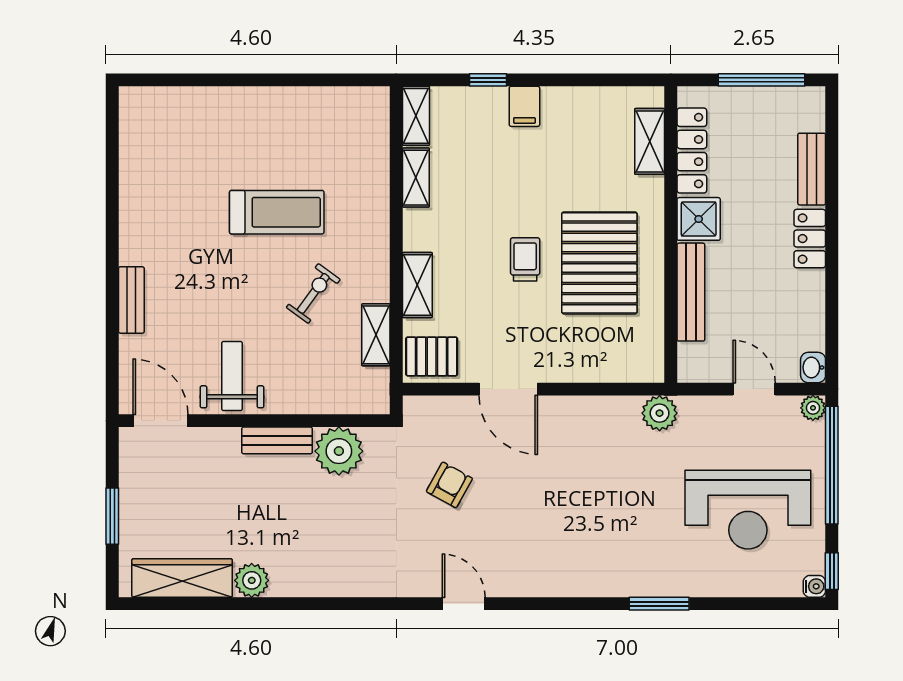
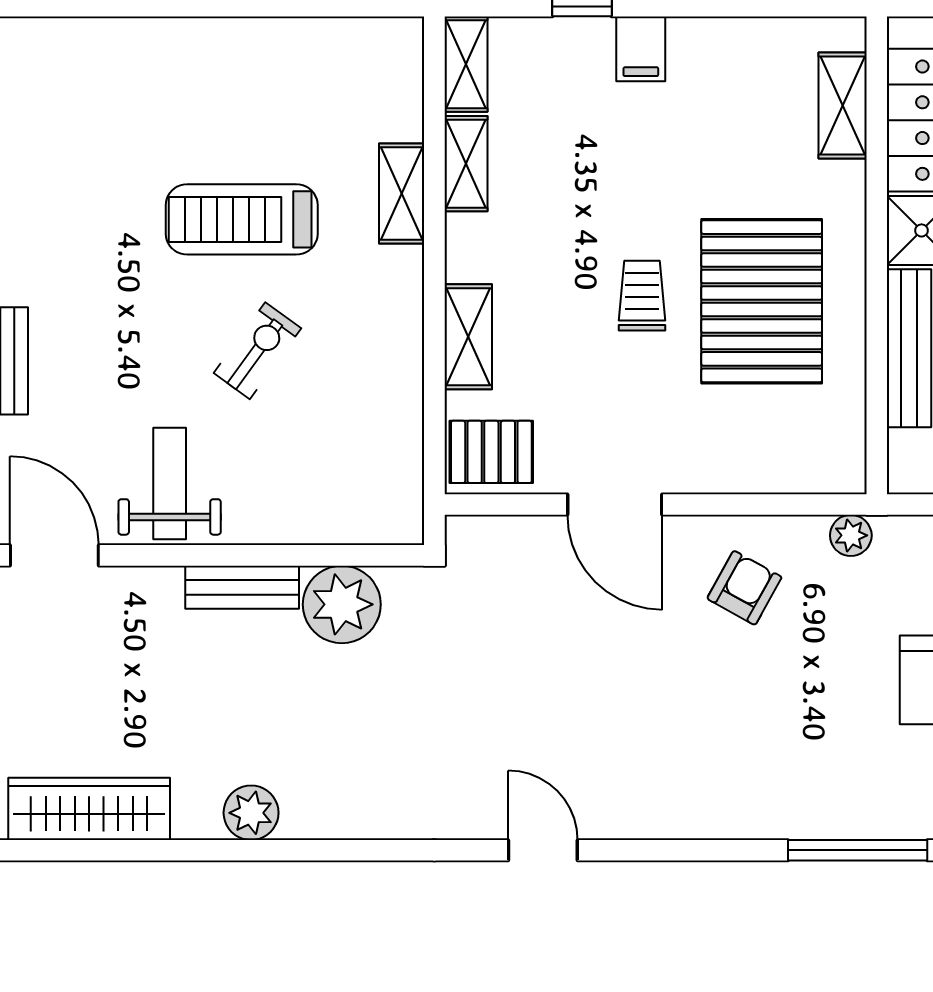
treadmill: (277, 212) -> (242, 219), turned 180
exercise bike: (313, 293) -> (257, 351), moved
shelving: (376, 335) -> (402, 194), moved
plant: (660, 413) -> (851, 535), width x0.73, depth x0.73
armchair: (449, 485) -> (744, 588), moved
plant: (252, 580) -> (251, 813), moved
window: (659, 604) -> (858, 850), width x1.44

